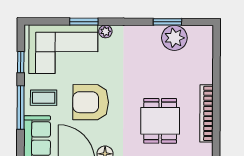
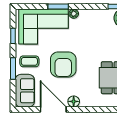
armchair: (91, 102) -> (63, 65), turned -90
window: (21, 108) -> (13, 69), width x0.69

